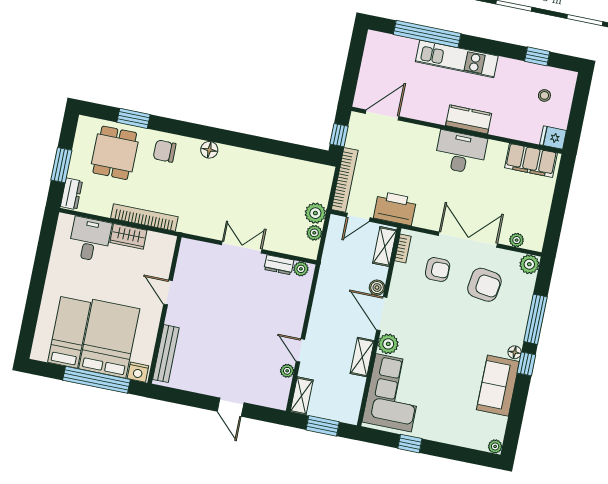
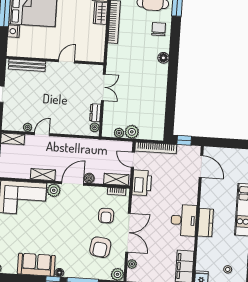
door: (168, 292) -> (67, 61), moved
wall: (165, 310) -> (55, 61), moved
bench: (166, 354) -> (27, 65), moved

